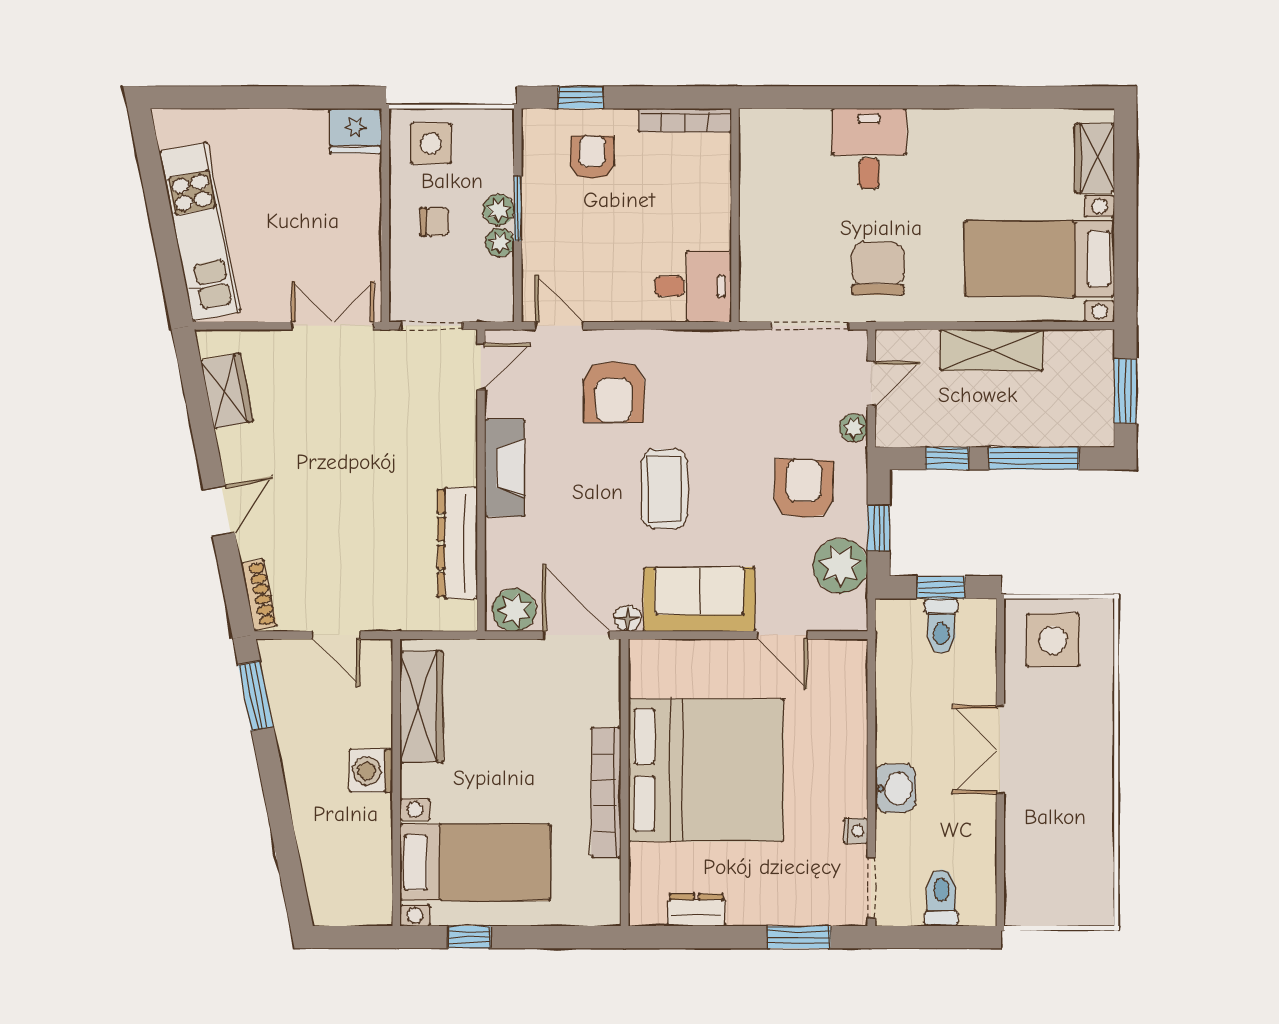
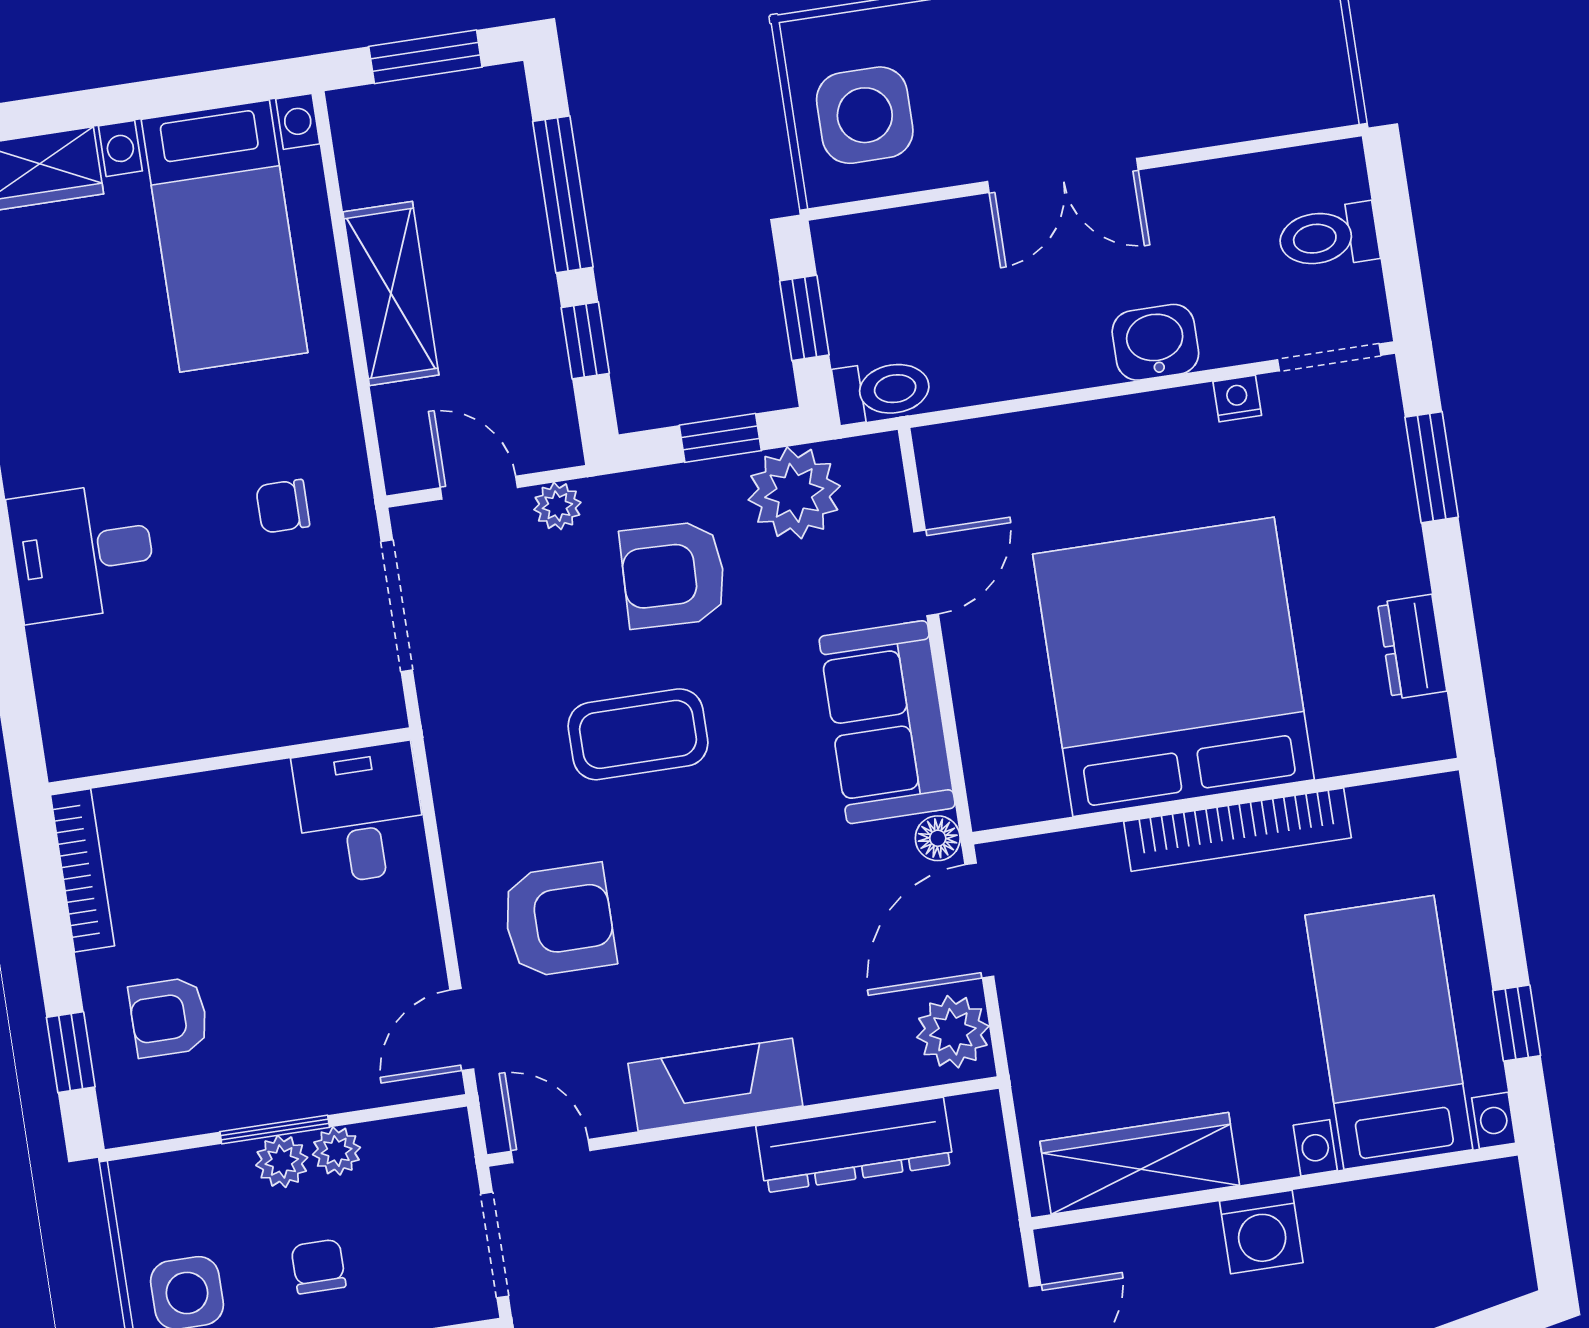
chair: (878, 269) -> (283, 506), width x0.54, depth x0.54
coffee table: (664, 489) -> (638, 734), moved
toilet: (941, 626) -> (882, 391), moved

